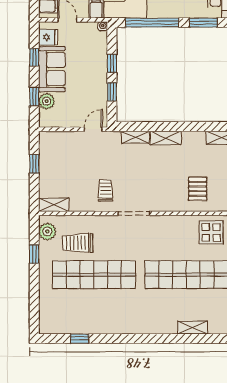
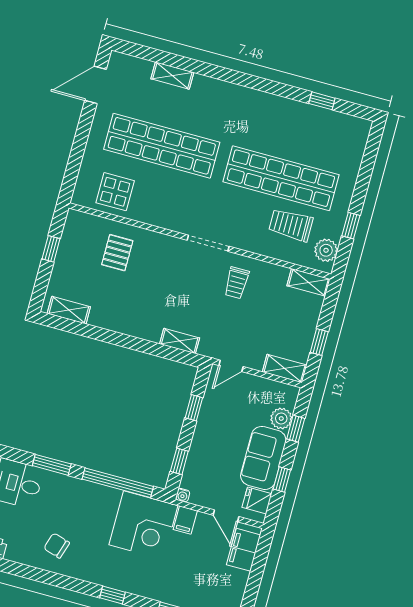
window: (112, 63) -> (179, 461), moved
shelving: (166, 138) -> (285, 368), moved
trolley: (78, 243) -> (291, 225), turned 180

